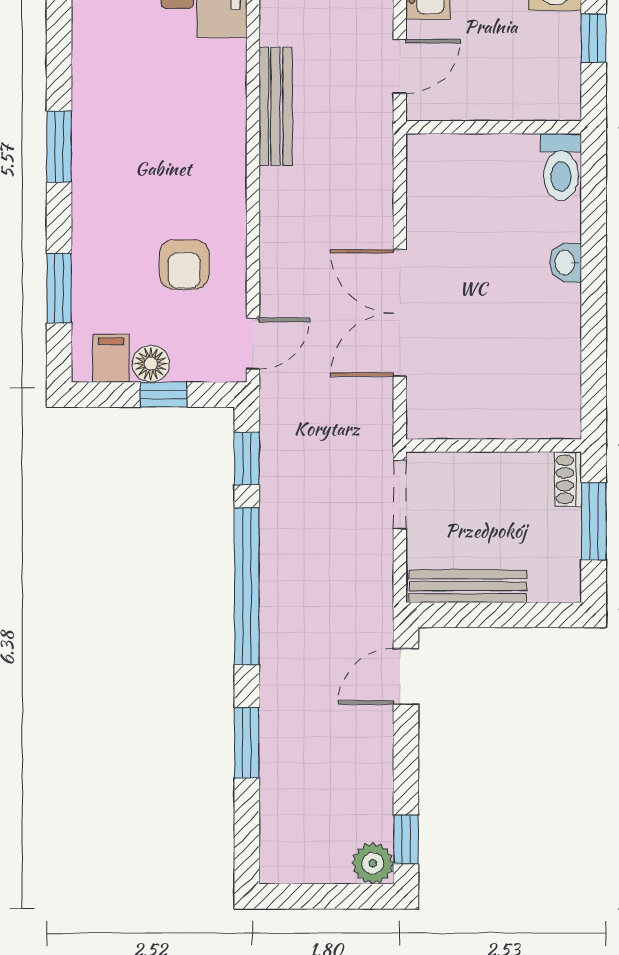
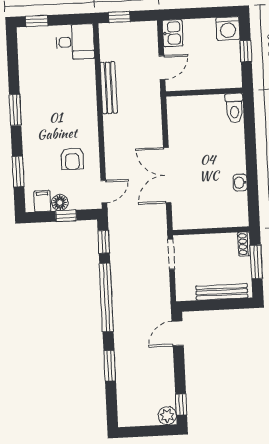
washbasin: (566, 263) -> (240, 183), moved
bench: (468, 586) -> (222, 292), moved

